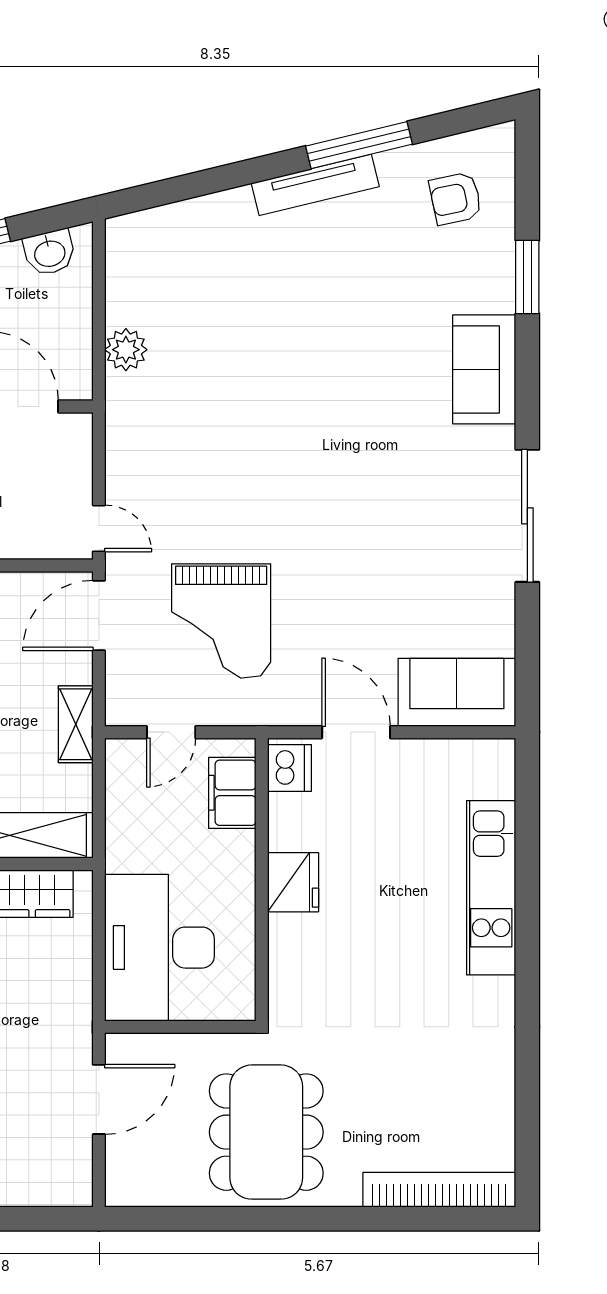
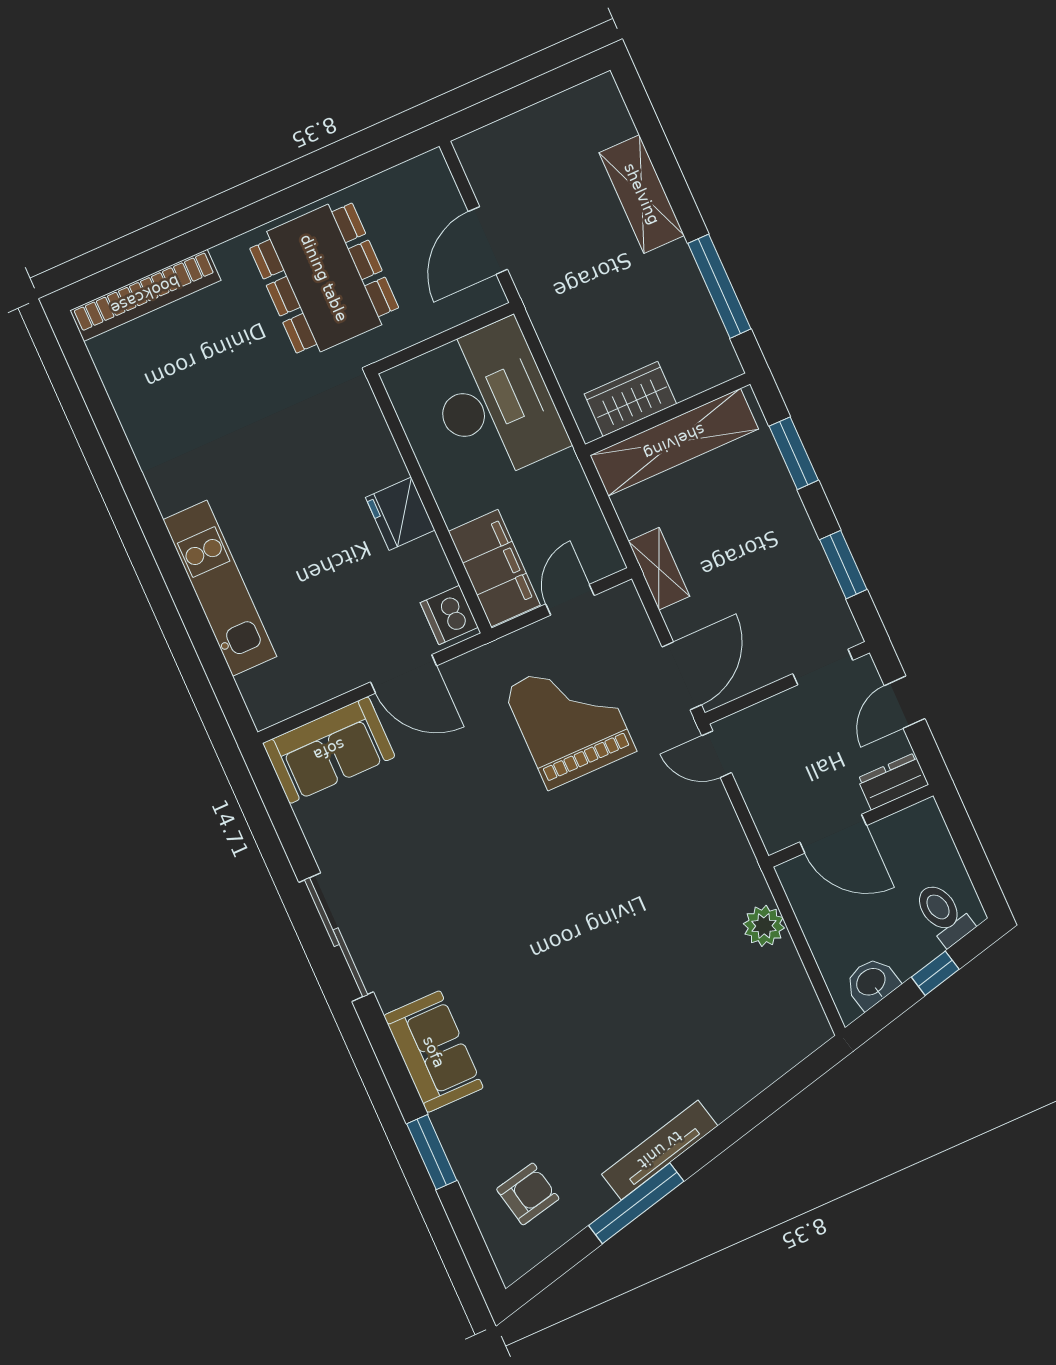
filing cabinet: (232, 793) -> (494, 568), width x1.50, depth x1.17

